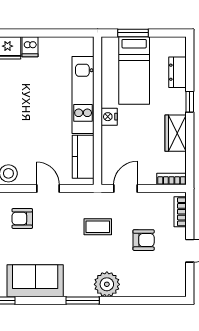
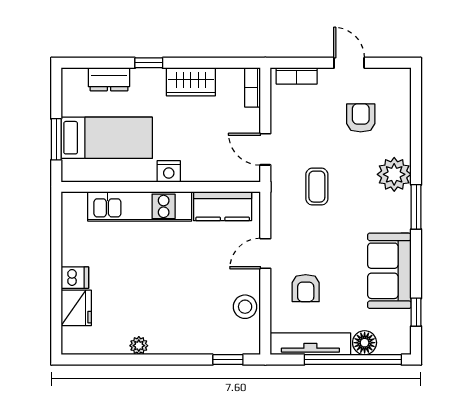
armchair: (144, 240) -> (361, 118), moved

